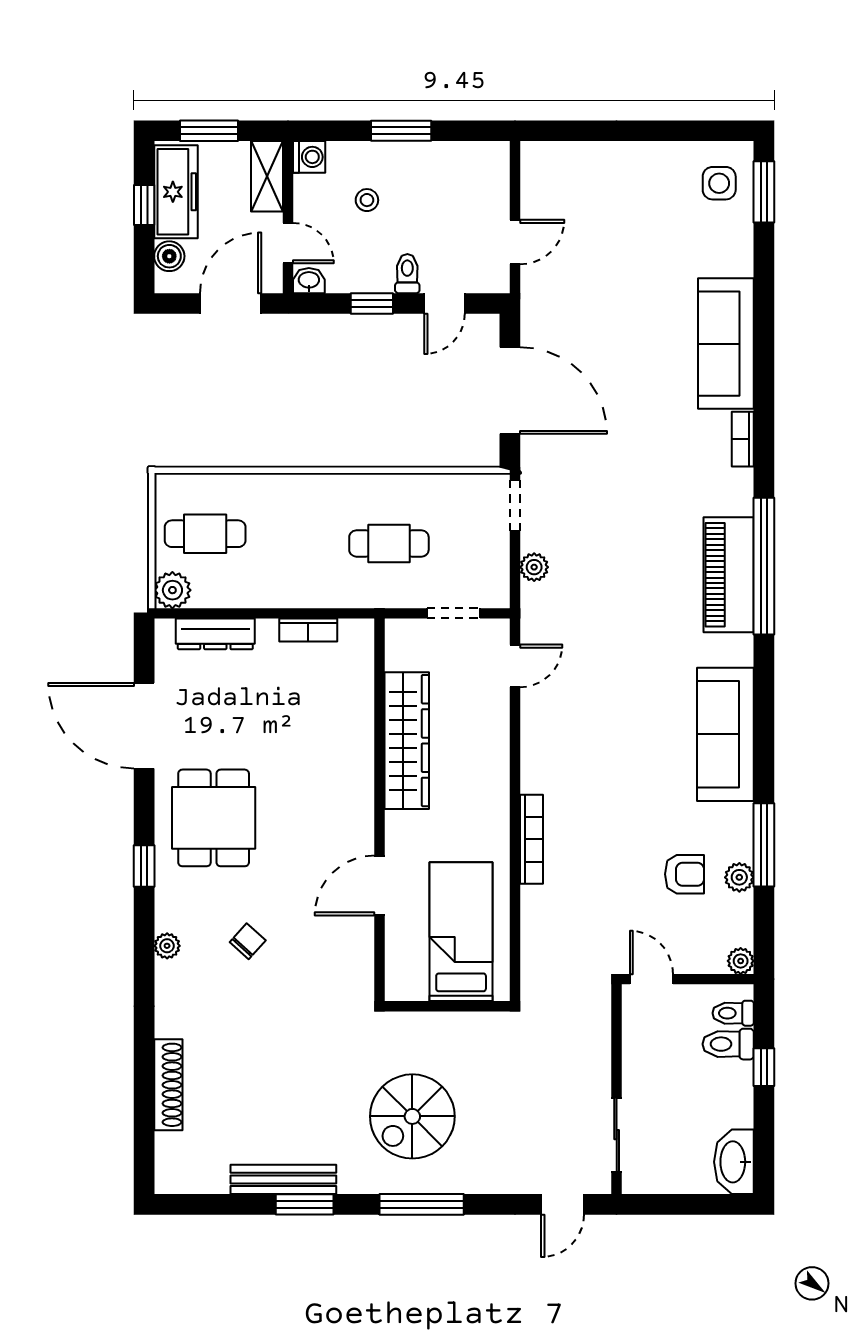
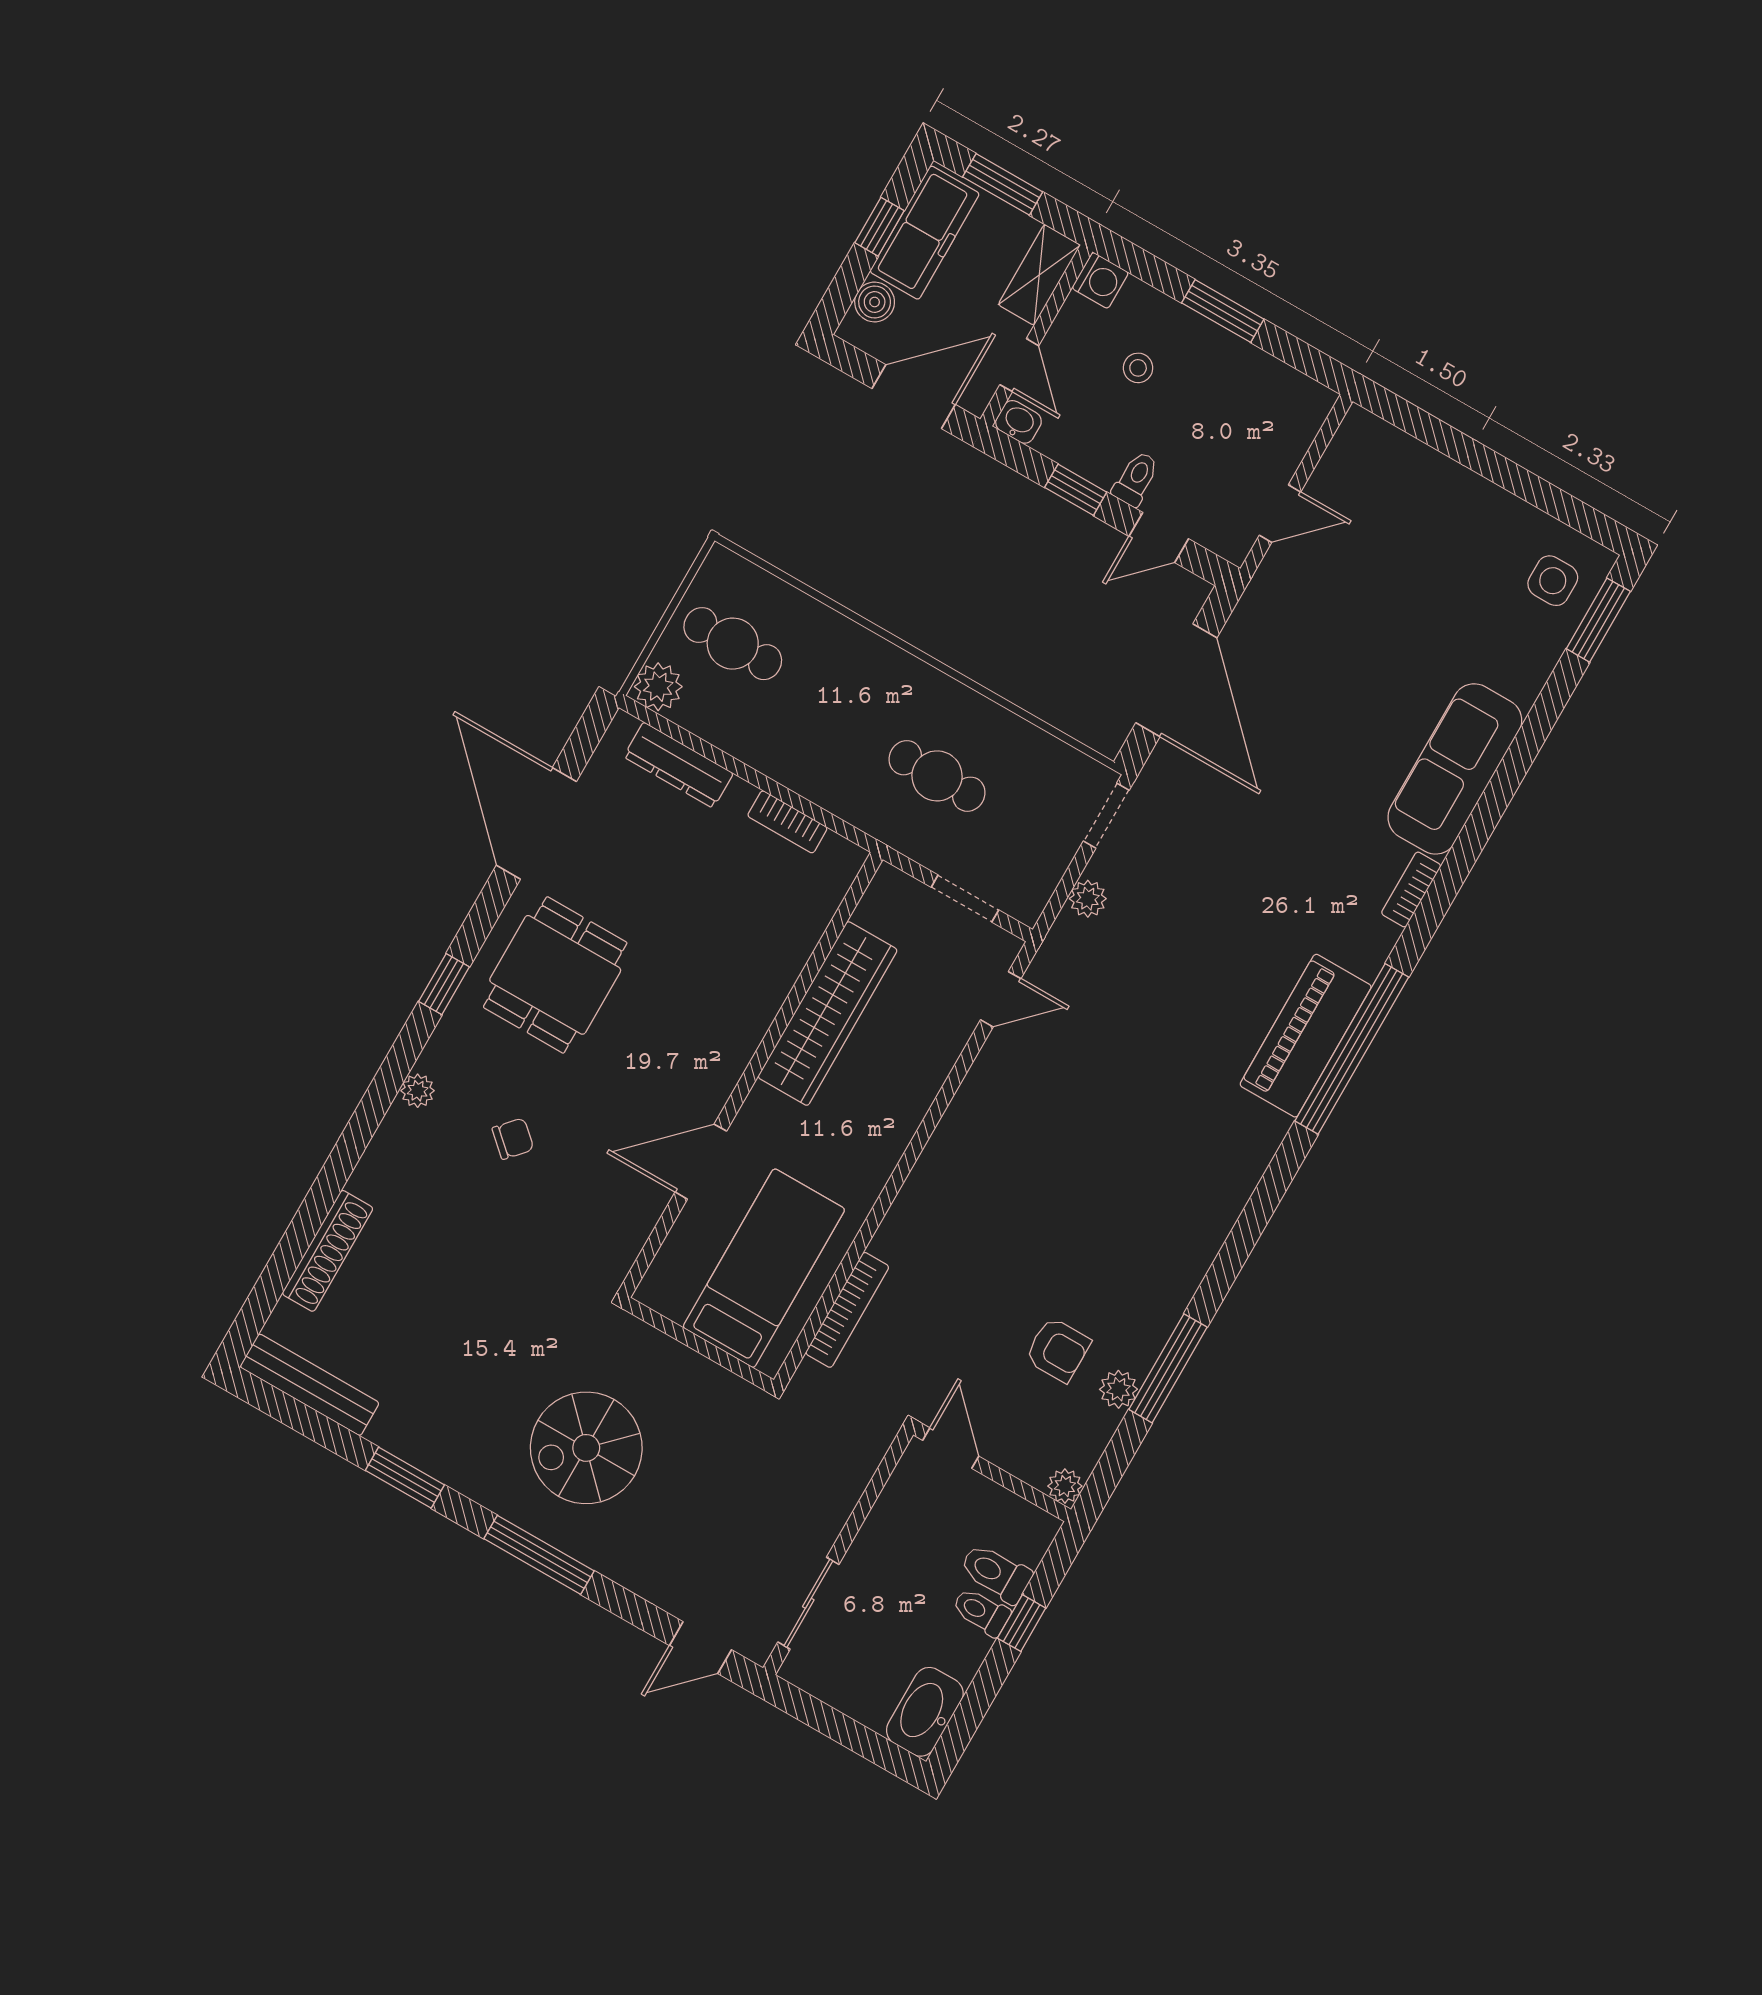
sofa: (725, 734) -> (1197, 1216), removed
bookcase: (531, 839) -> (847, 1310), moved
toilet: (733, 1013) -> (981, 1612), moved
bench: (283, 1179) -> (310, 1385), moved

